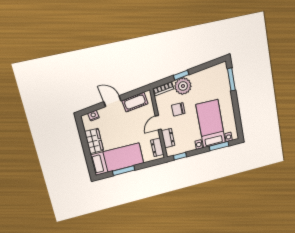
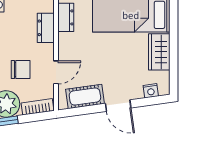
door: (158, 123) -> (56, 72), moved

